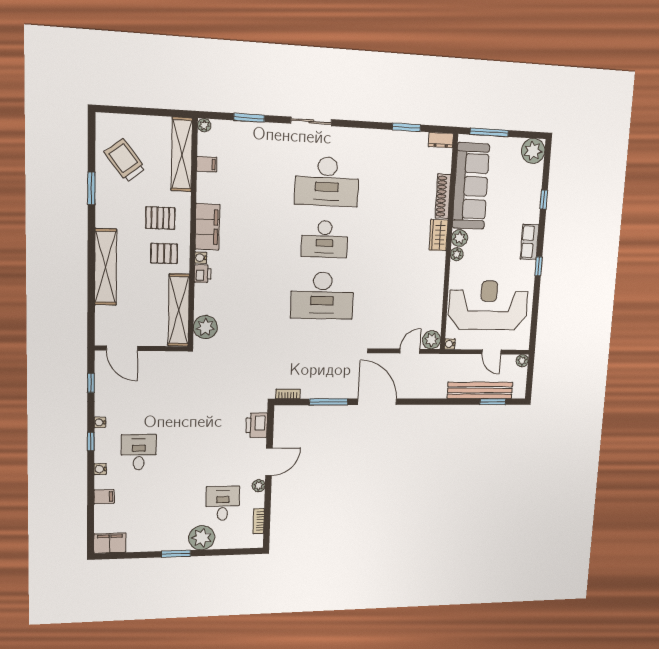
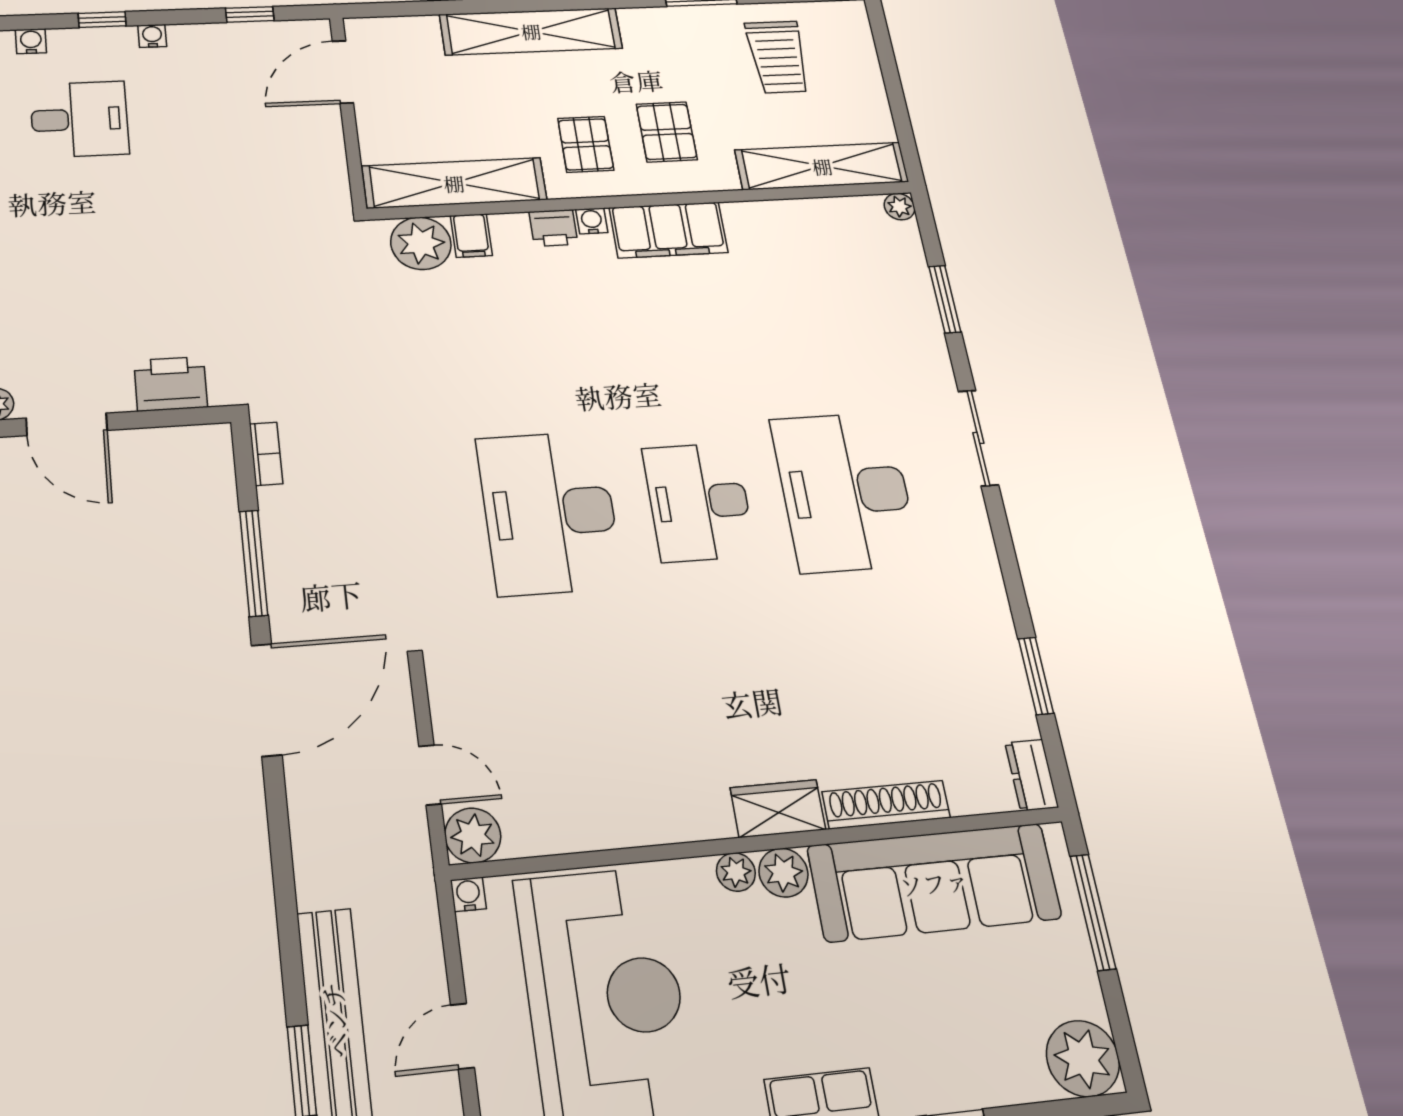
trolley: (125, 160) -> (778, 57), turned 128
filing cabinet: (207, 164) -> (471, 236), moved

